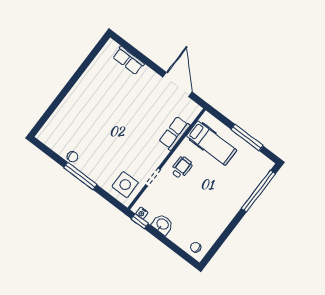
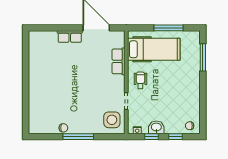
row of seats: (128, 60) -> (70, 37), moved
hospital bed: (212, 143) -> (154, 49), width x1.37, depth x1.29
window: (258, 191) -> (203, 57), width x0.68
window: (140, 221) -> (152, 137), moved
window: (174, 247) -> (175, 137), added

